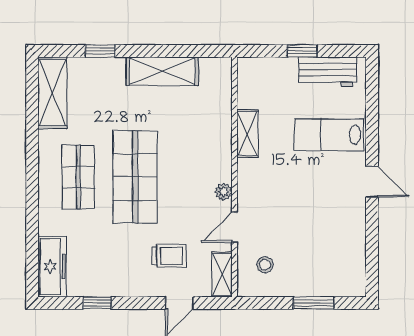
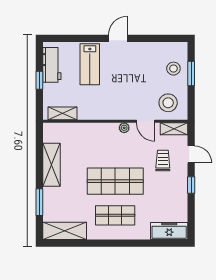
window: (100, 51) -> (39, 202), width x1.50
shelving: (247, 134) -> (63, 113), moved
stool: (265, 265) -> (168, 103), width x1.89, depth x1.89
stool: (322, 274) -> (173, 69), added
window: (97, 303) -> (191, 185), moved

